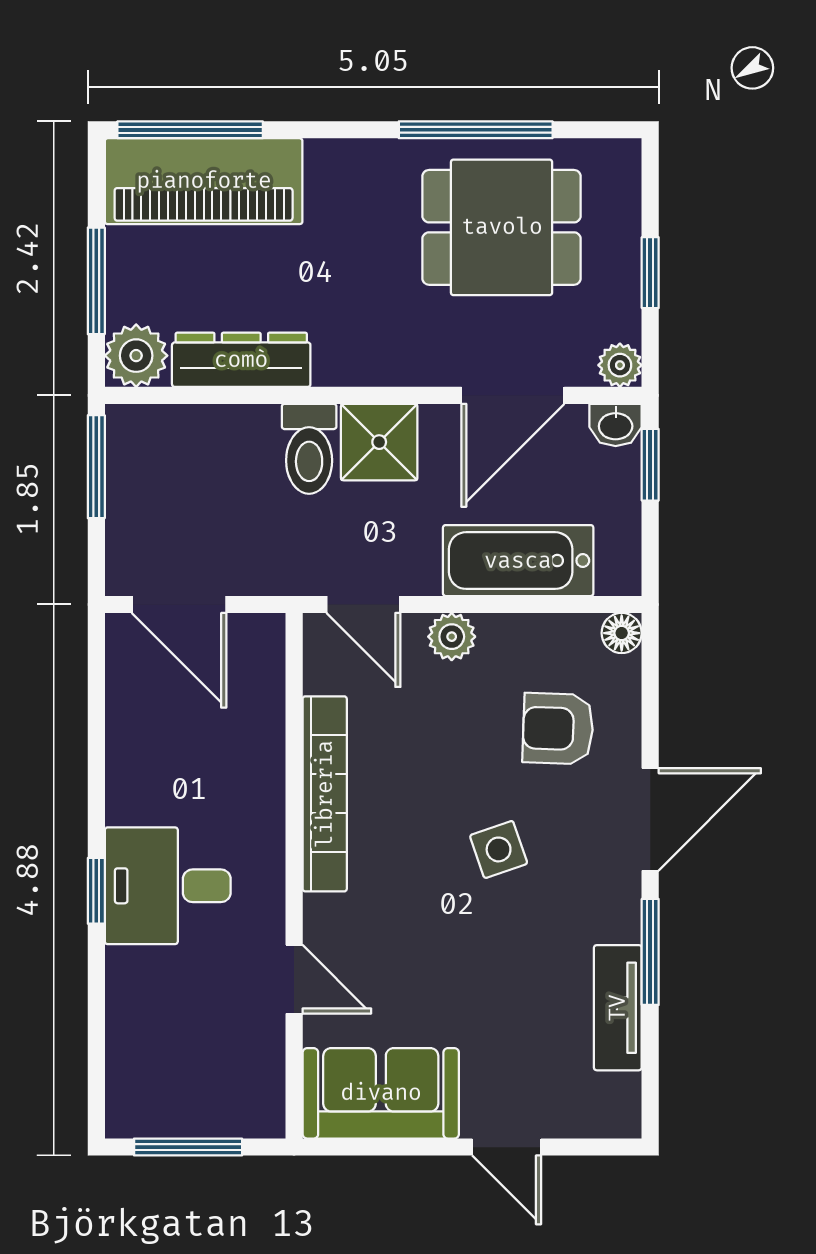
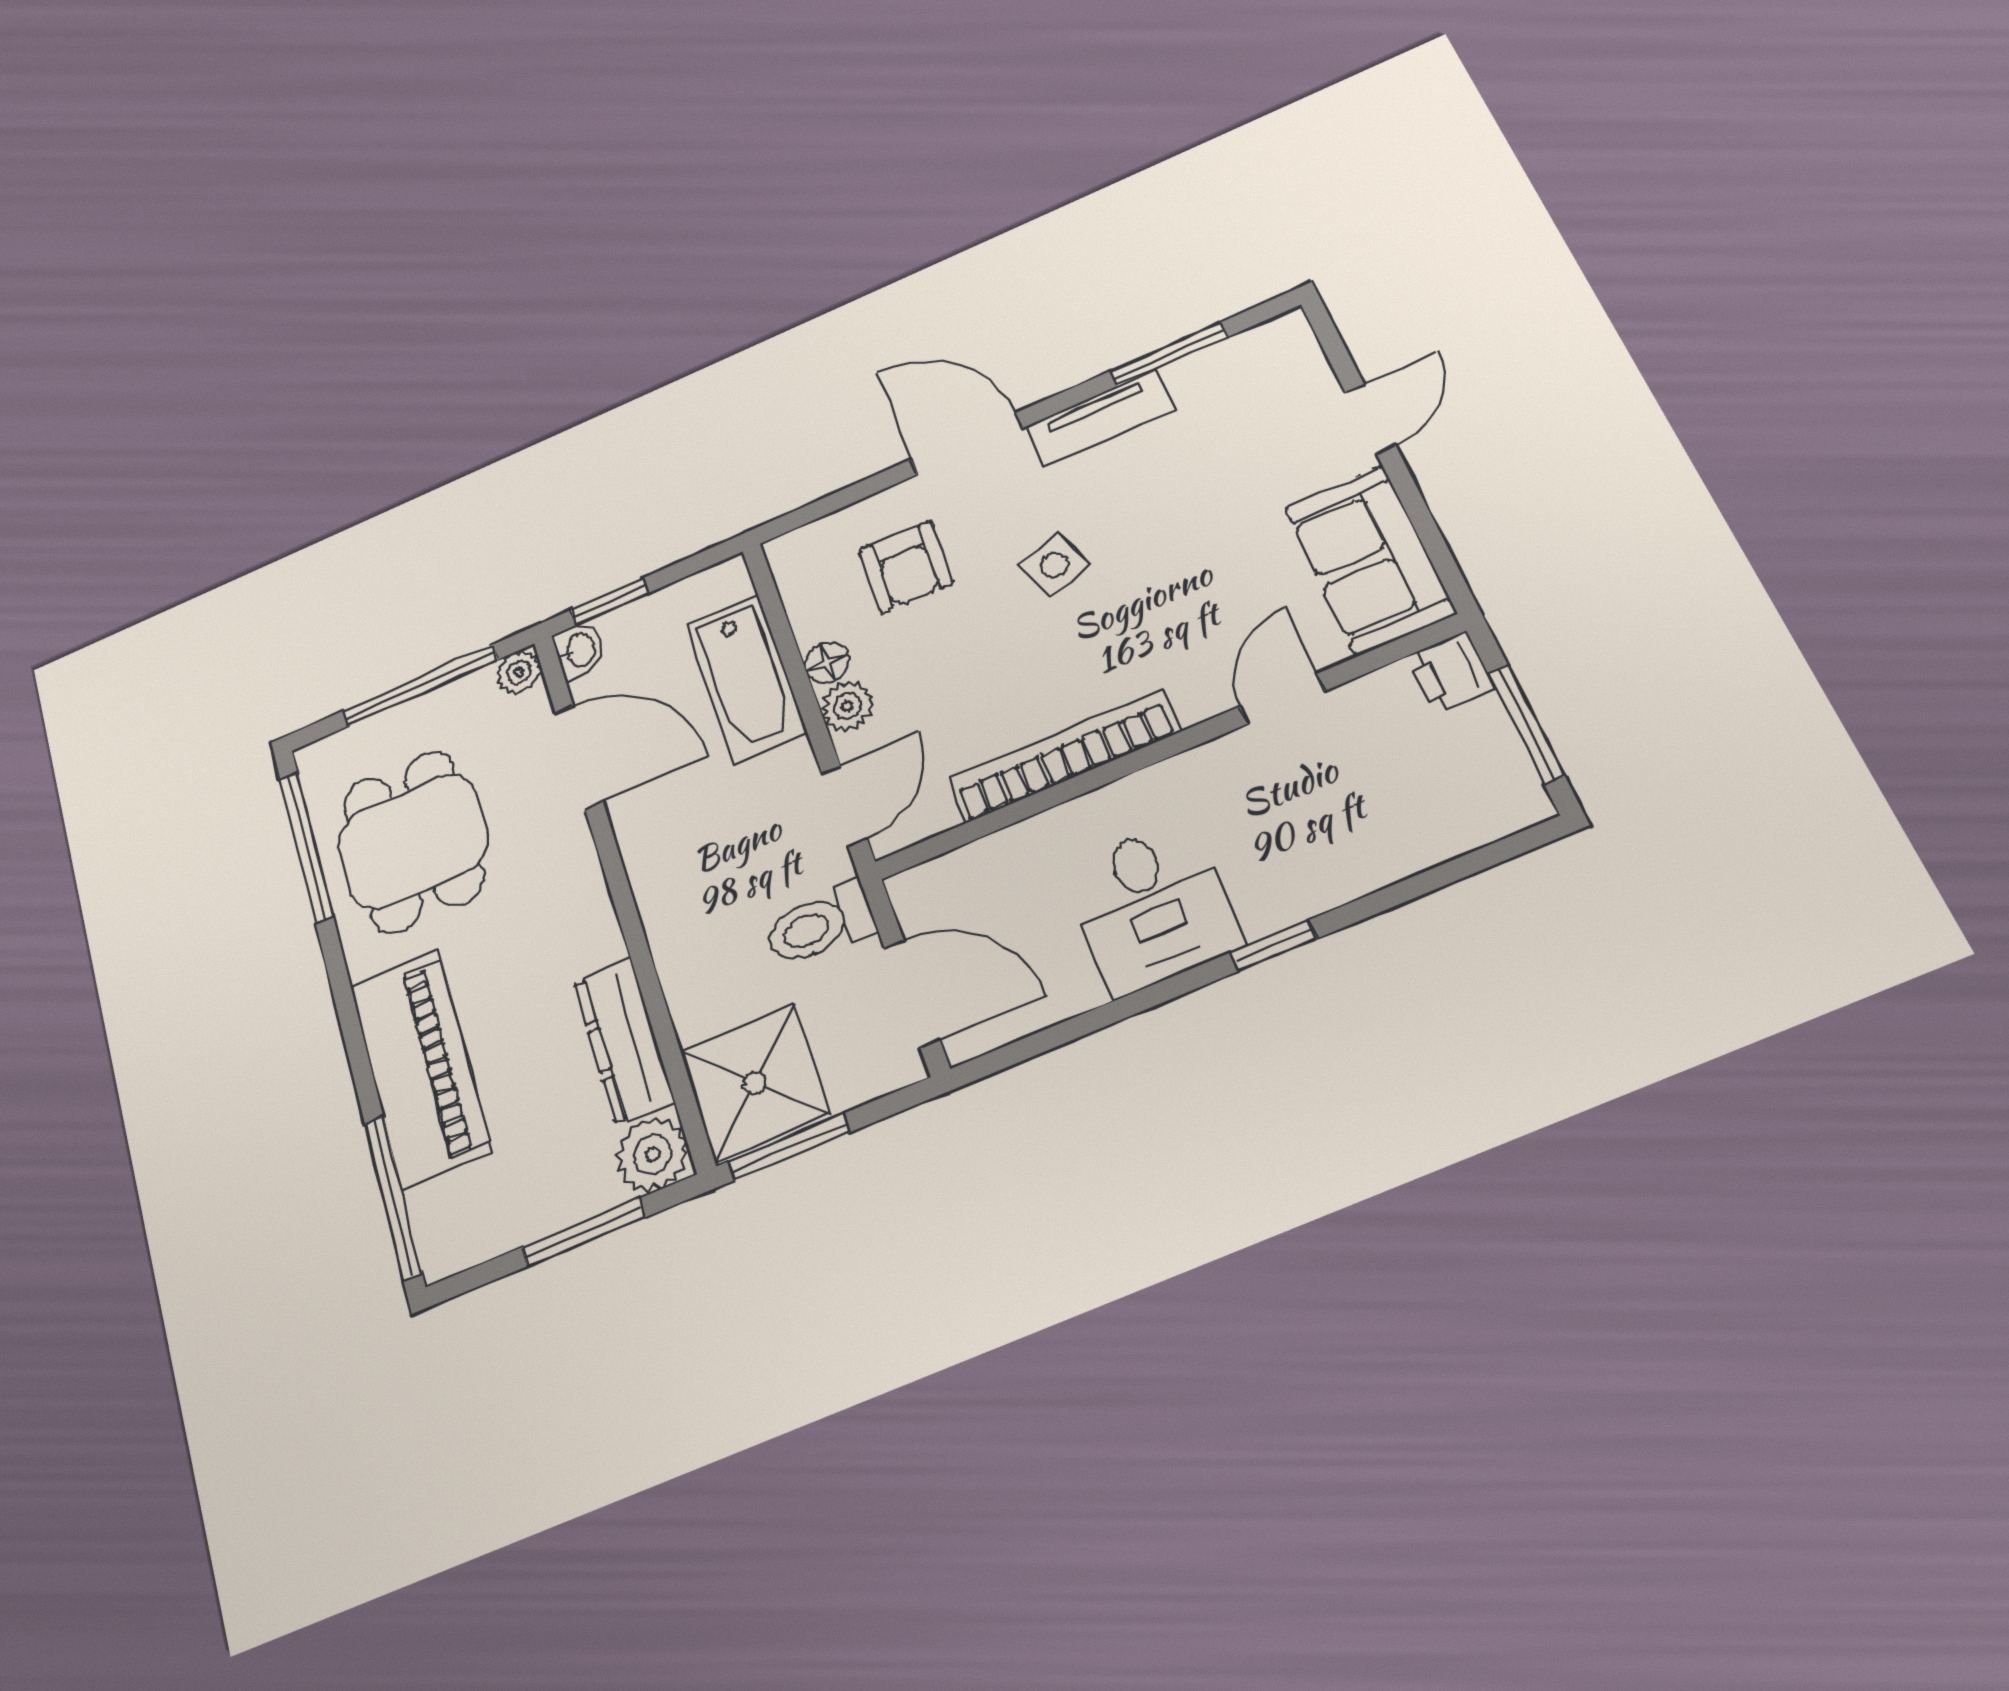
window: (476, 130) -> (306, 847), moved
piano: (204, 181) -> (420, 1068), moved
window: (650, 273) -> (420, 685), width x2.17
shower: (379, 442) -> (755, 1083), moved, width x1.36, depth x1.36
toilet: (309, 449) -> (820, 925), moved, turned 180
door: (179, 604) -> (912, 994), hinge flipped
floor lamp: (622, 633) -> (827, 663), moved
desk: (168, 886) -> (1152, 907), moved
window: (650, 952) -> (1169, 354), moved
tv unit: (618, 1008) -> (1100, 418), moved
printer: (256, 1112) -> (1450, 673), added

